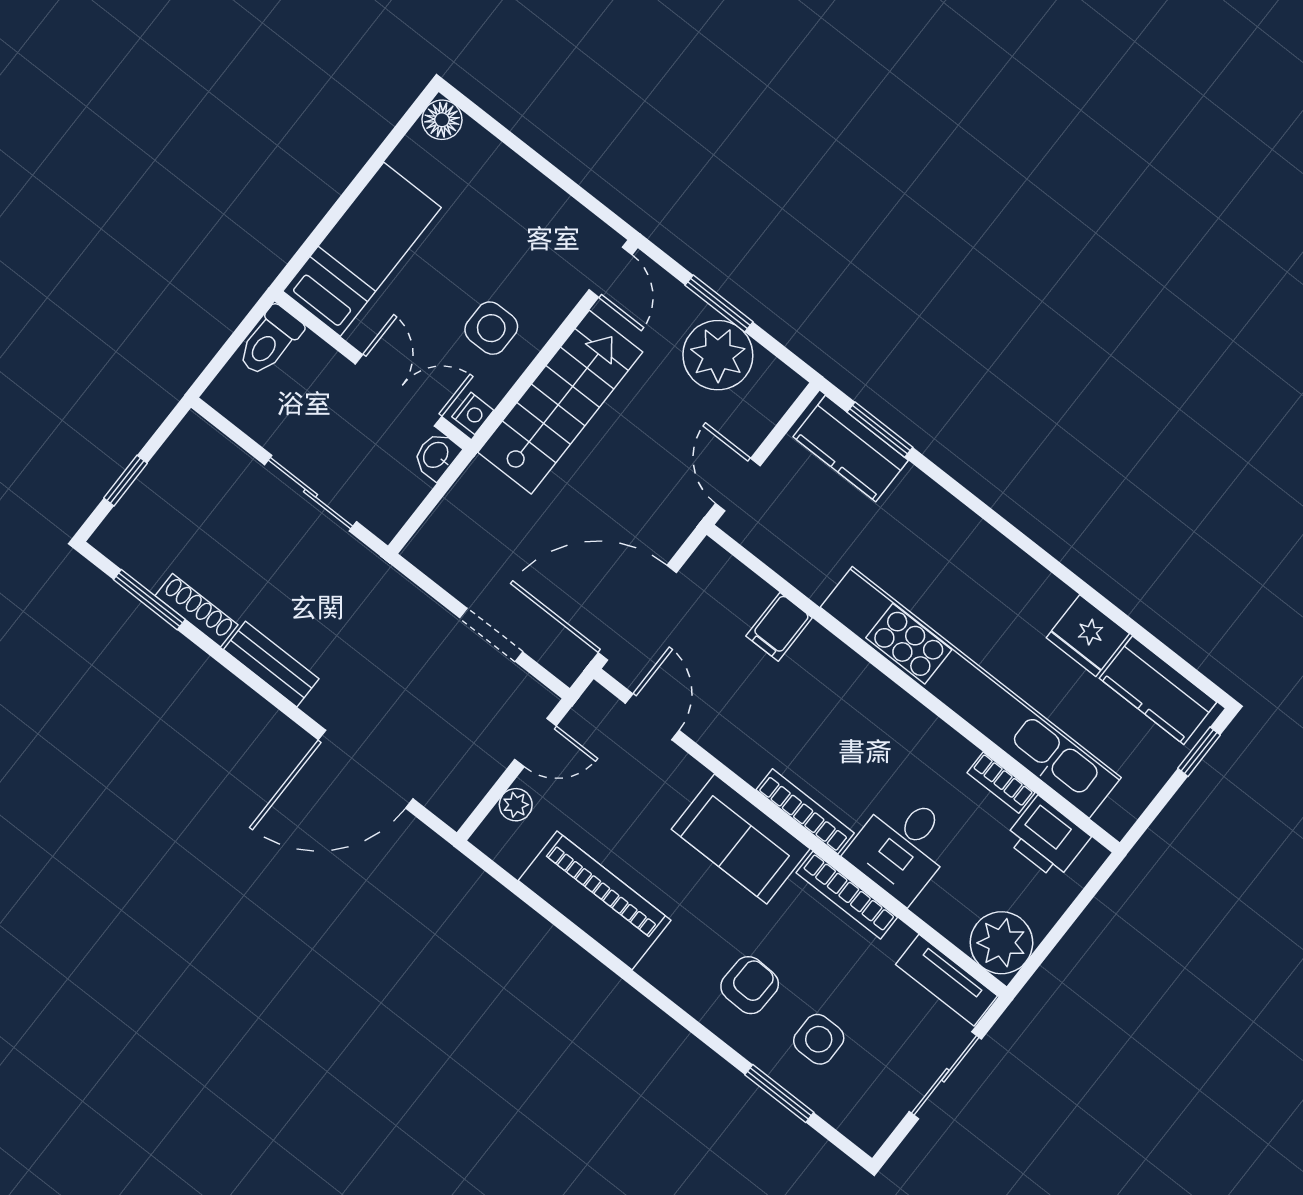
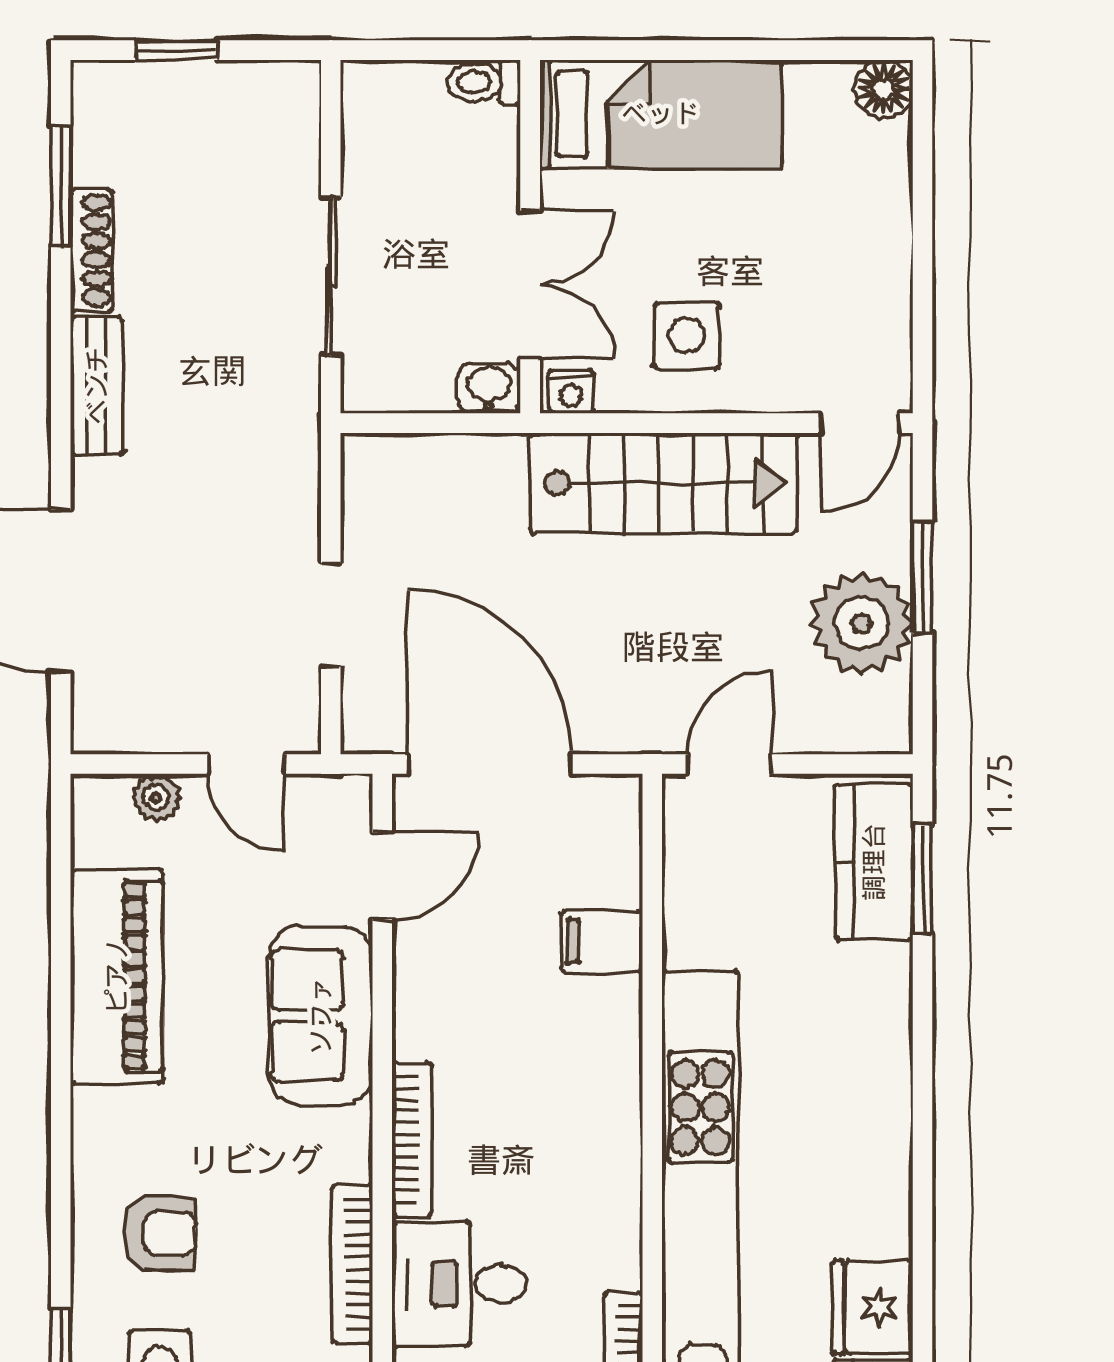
toilet: (270, 341) -> (484, 82), width x0.73, depth x0.72
sofa: (741, 839) -> (321, 1016), moved

